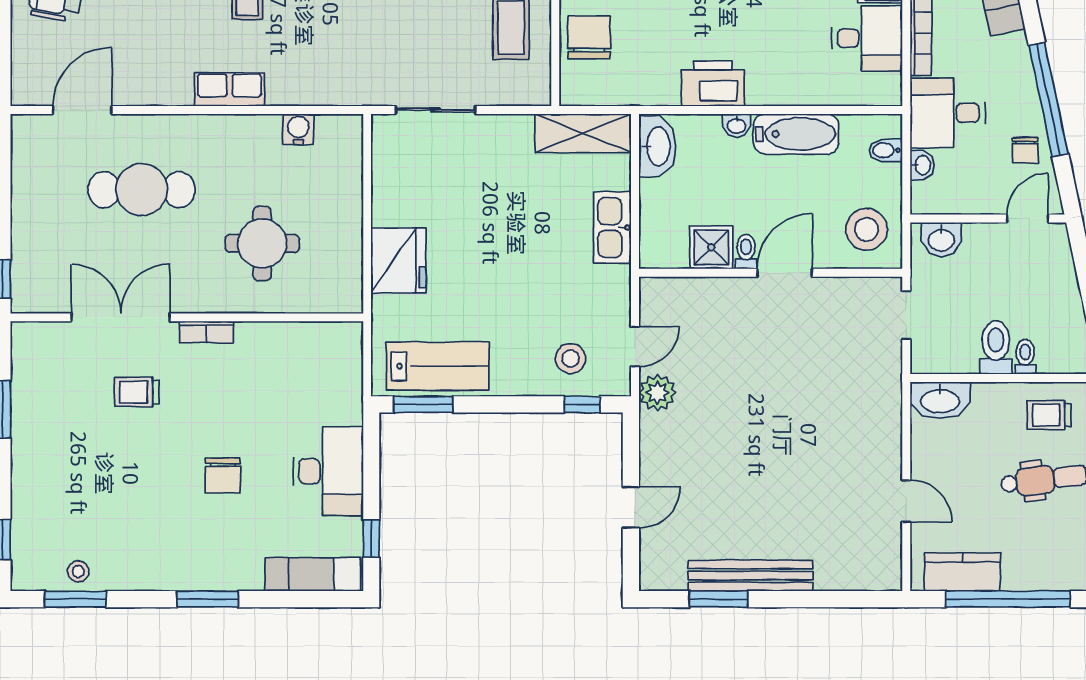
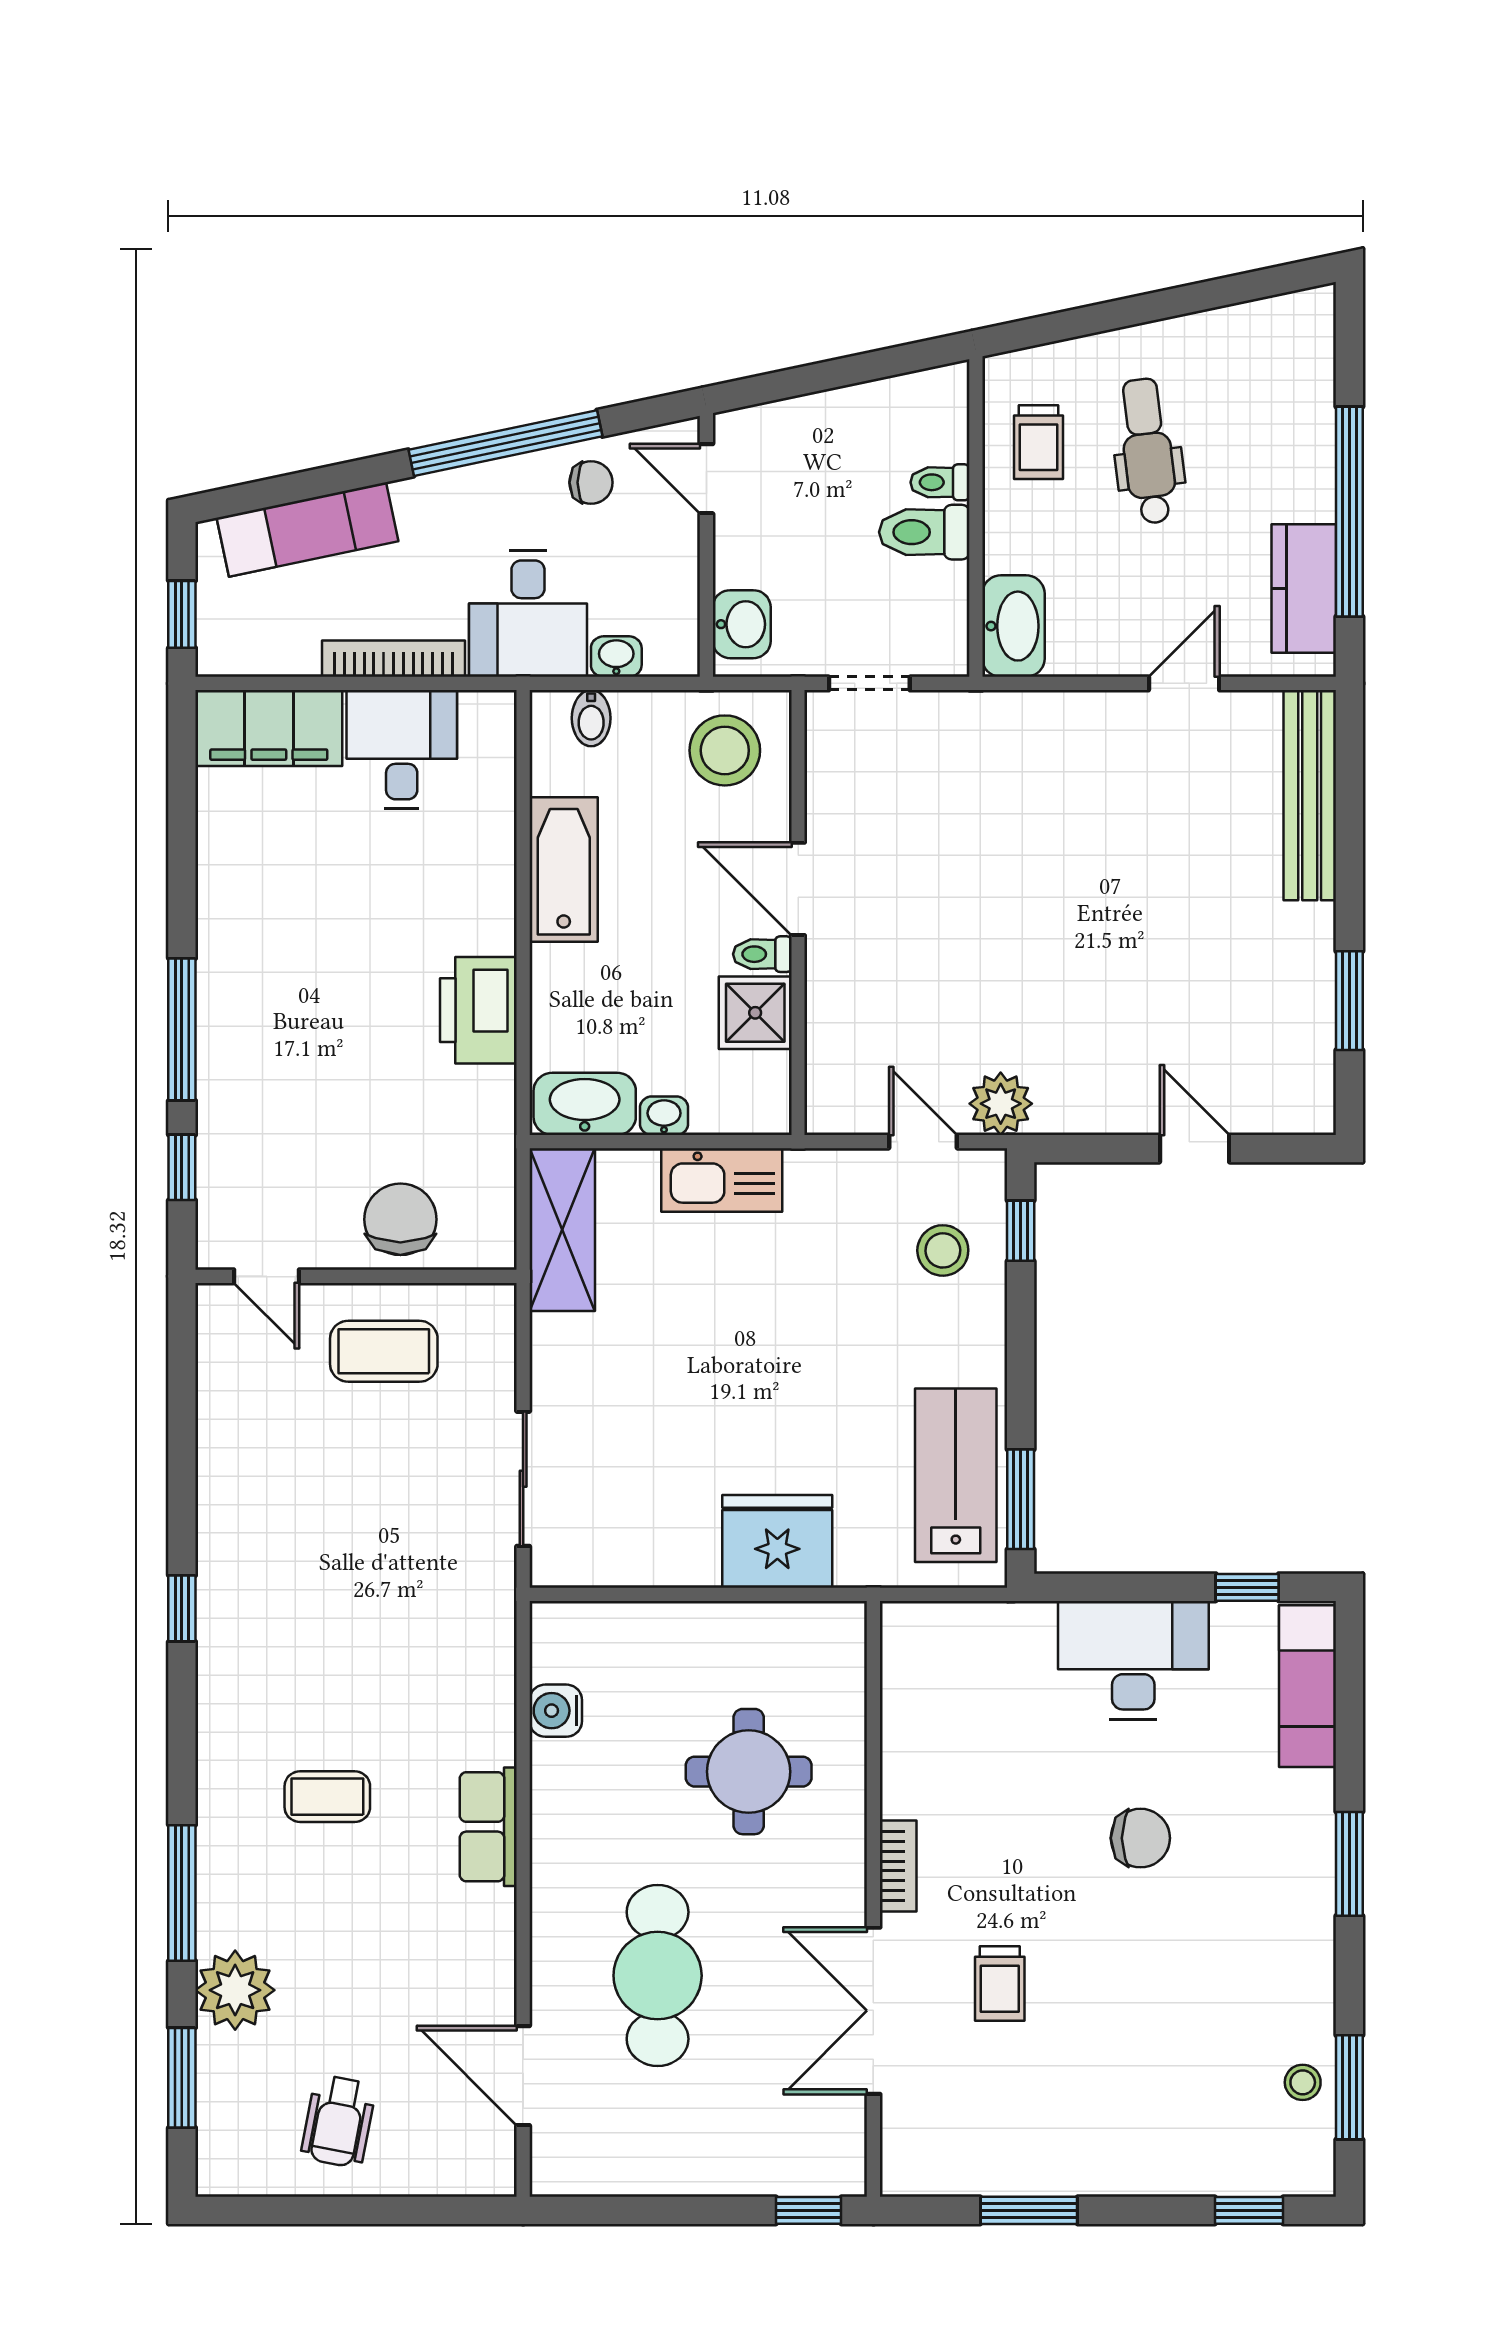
chair: (589, 37) -> (400, 1219), turned 90
washbasin: (737, 125) -> (664, 1116), moved, turned -90
bench: (750, 576) -> (1310, 795), moved

